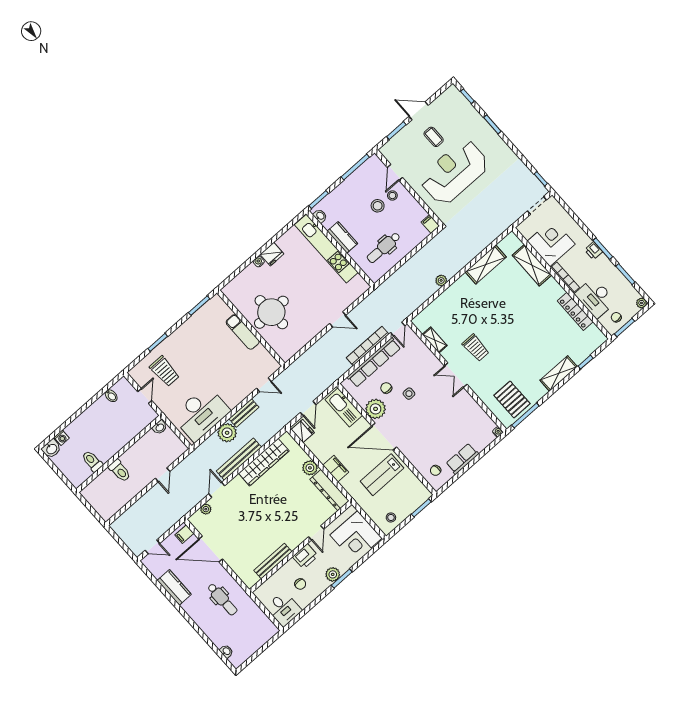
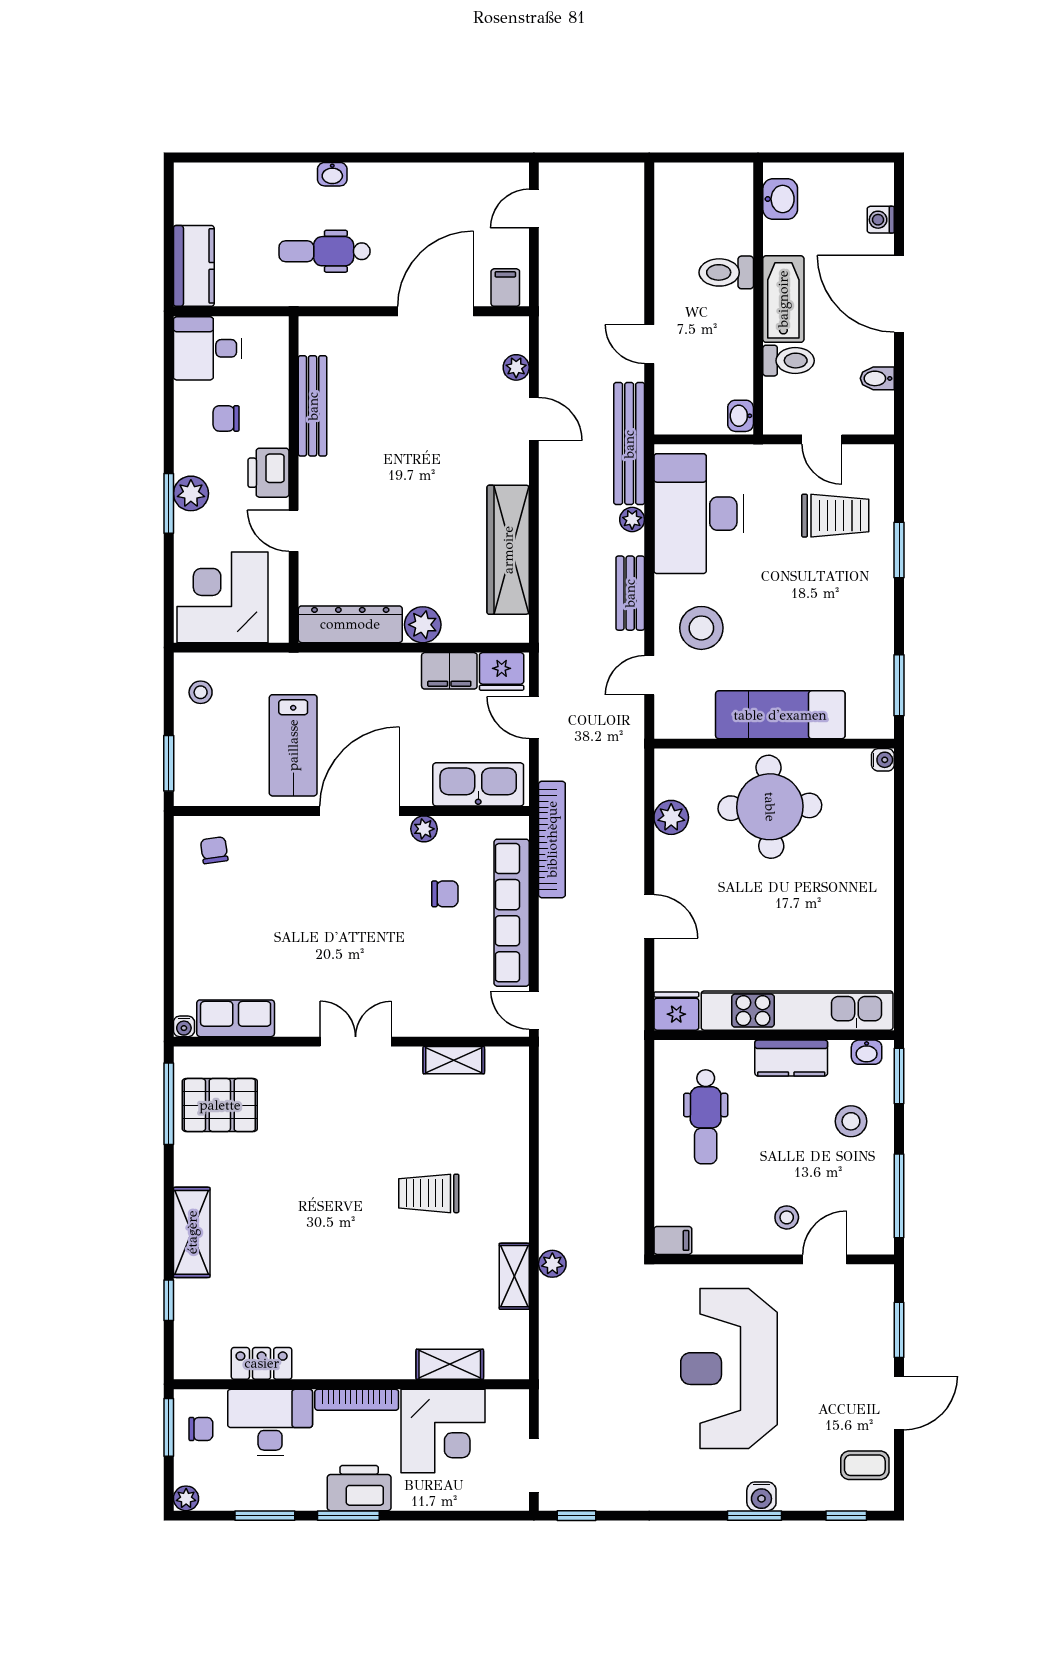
water cooler: (485, 127) -> (761, 1496), added
coffee table: (434, 137) -> (865, 1465), moved
door: (395, 172) -> (825, 1259), hinge flipped
reception desk: (454, 172) -> (729, 1369), turned 180
stool: (378, 206) -> (851, 1121), moved
dental chair: (384, 248) -> (706, 1117), turned 180
printer: (594, 251) -> (359, 1488), width x1.87, depth x1.48
fridge: (272, 254) -> (676, 1011), moved, turned 90
water cooler: (259, 262) -> (883, 760), moved
shelving: (486, 264) -> (514, 1276), width x0.67, depth x0.75
shelving: (532, 265) -> (450, 1364), width x0.67, depth x0.75
plant: (441, 280) -> (552, 1264), moved
locker: (575, 311) -> (262, 1363), width x0.66
door: (338, 319) -> (649, 916), swing flipped
exam couch: (243, 332) -> (780, 715), width x1.36, depth x1.45
plant: (301, 339) -> (671, 817), added
bookcase: (368, 346) -> (552, 839), moved
trolley: (476, 348) -> (429, 1193), moved
trolley: (165, 371) -> (835, 516), turned 180
stool: (235, 382) -> (701, 628), added
side table: (409, 394) -> (398, 926), removed
plant: (376, 409) -> (424, 829), width x0.53, depth x0.53
door: (79, 412) -> (899, 294), added
plant: (227, 433) -> (632, 520), width x0.53, depth x0.53
bathtub: (112, 446) -> (783, 299), added
washbasin: (51, 449) -> (780, 199), moved, turned 180
bench: (239, 459) -> (629, 444), moved
row of seats: (462, 459) -> (236, 1018), moved, turned -90
toilet: (92, 461) -> (789, 361), moved
filing cabinet: (336, 469) -> (449, 671), moved
lab bench: (382, 475) -> (293, 745), turned 180
kitchen counter: (174, 587) -> (194, 266), moved, turned -90
washbasin: (226, 651) -> (332, 174), moved

